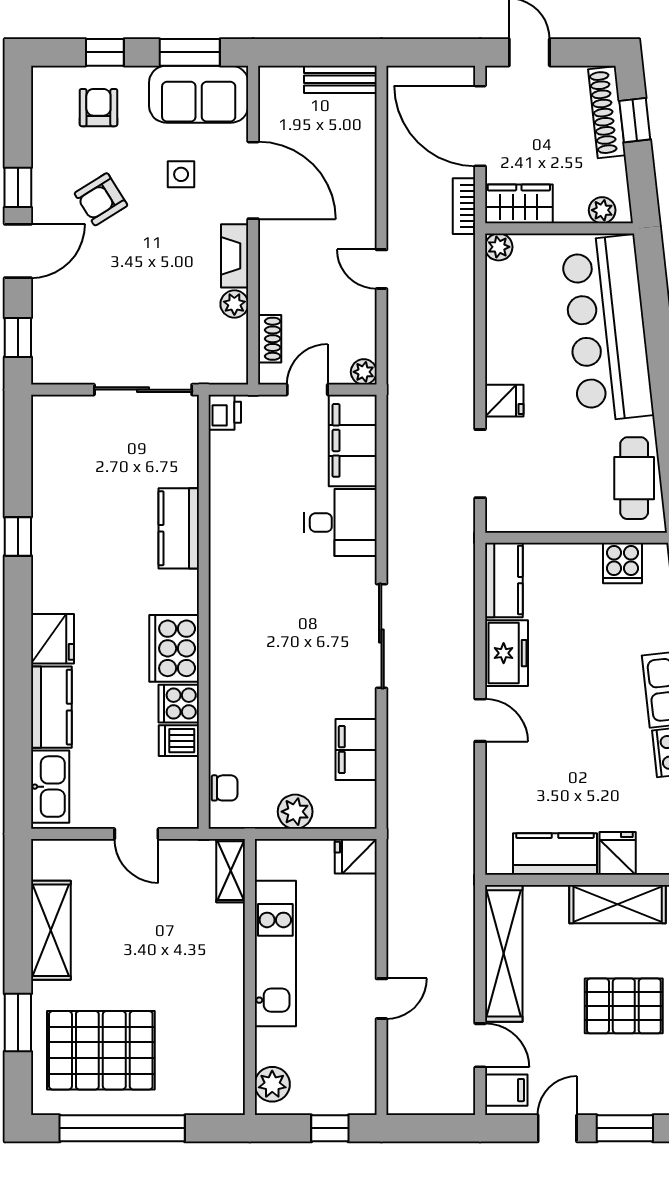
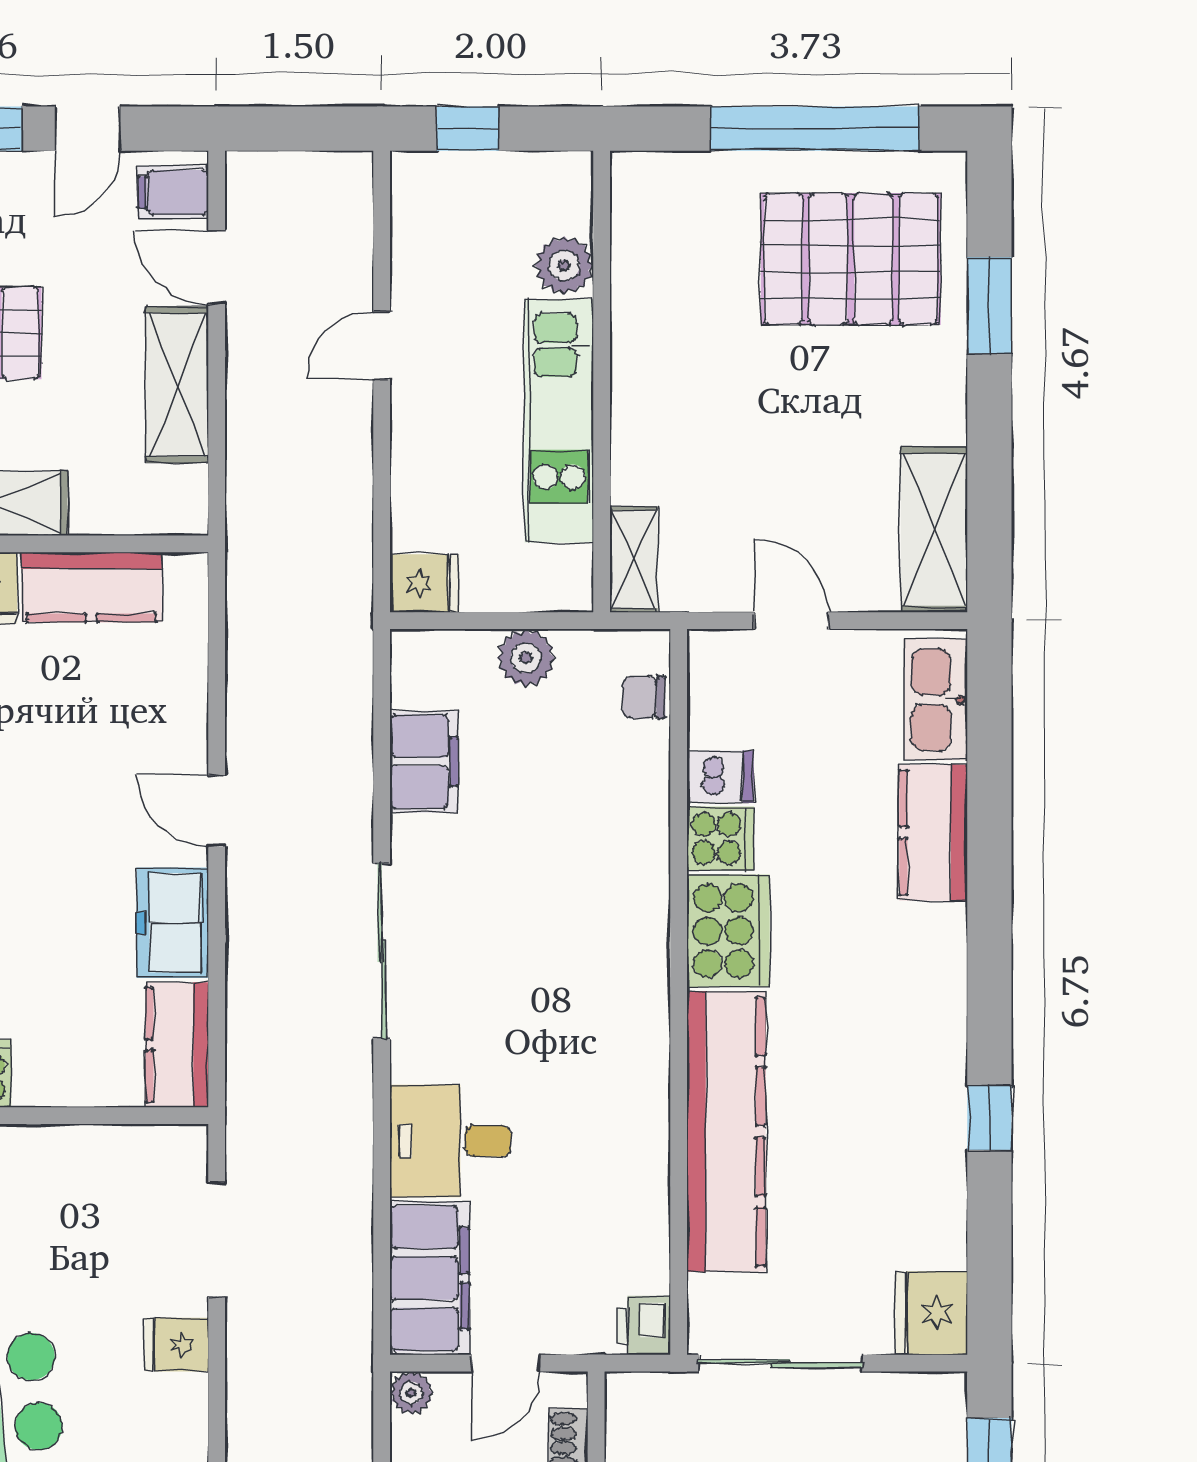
kitchen counter: (179, 528) -> (726, 1131), width x2.08, depth x1.17
fridge: (53, 639) -> (931, 1313), moved
shelving: (51, 930) -> (934, 530), moved
shelving: (504, 953) -> (177, 385), width x0.68
plant: (272, 1084) -> (564, 265), moved

